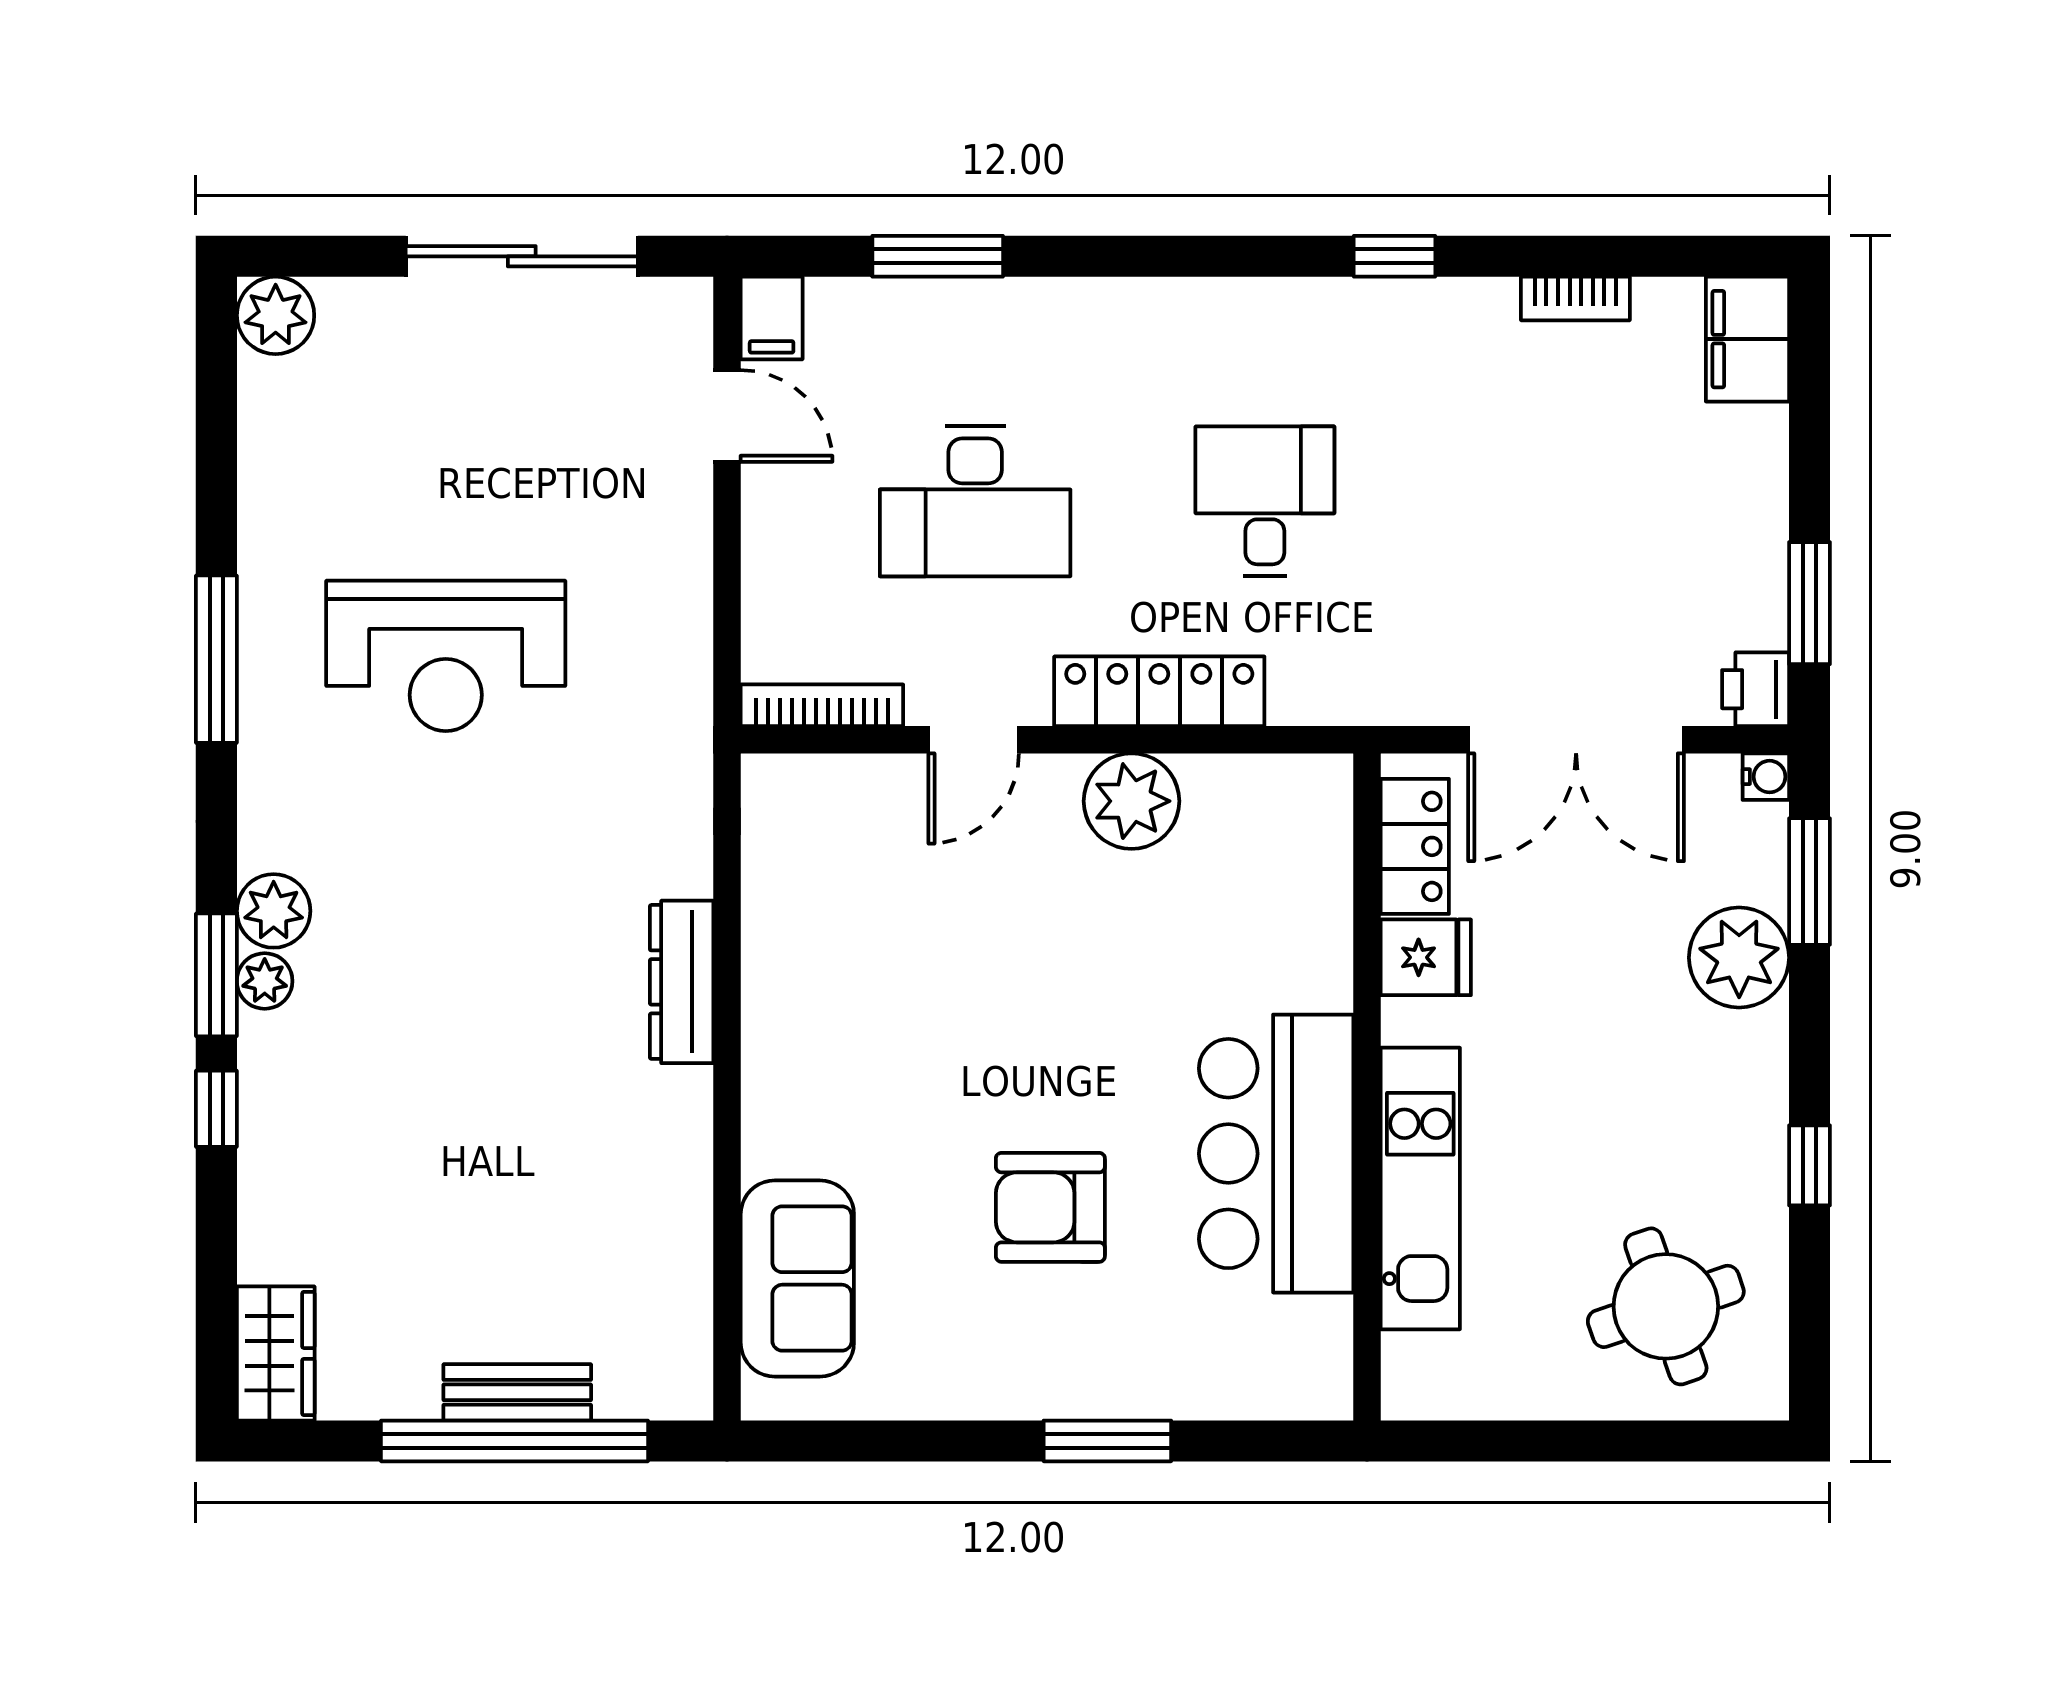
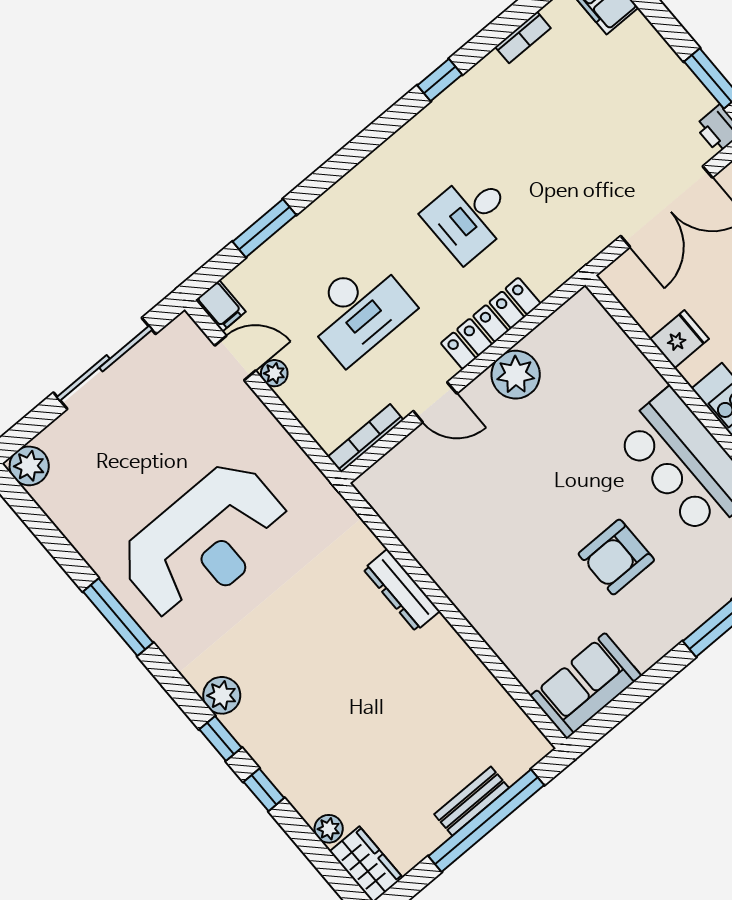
plant: (767, 489) -> (274, 373), added
desk: (1265, 501) -> (470, 216), turned -90
reception desk: (446, 656) -> (205, 541), width x1.36, depth x1.30
door: (974, 740) -> (435, 402), hinge flipped
locker: (1415, 846) -> (639, 300), removed
window: (216, 975) -> (221, 738), width x0.67
plant: (265, 981) -> (329, 829), moved
sofa: (797, 1278) -> (586, 686), moved, turned -90

